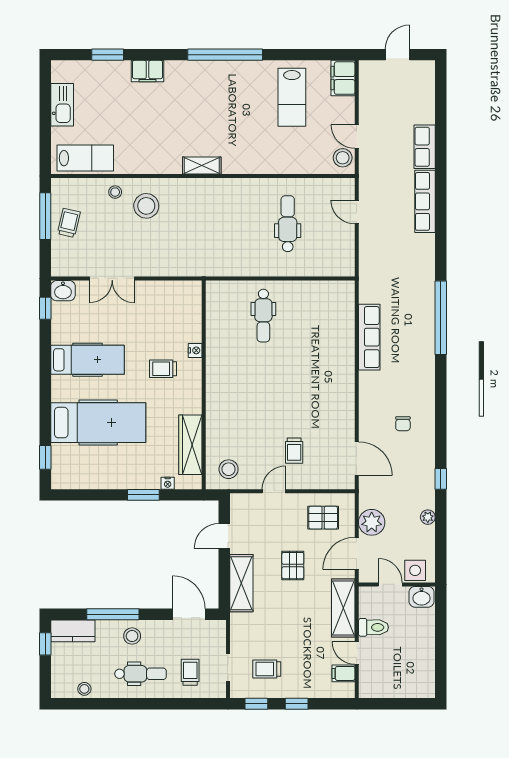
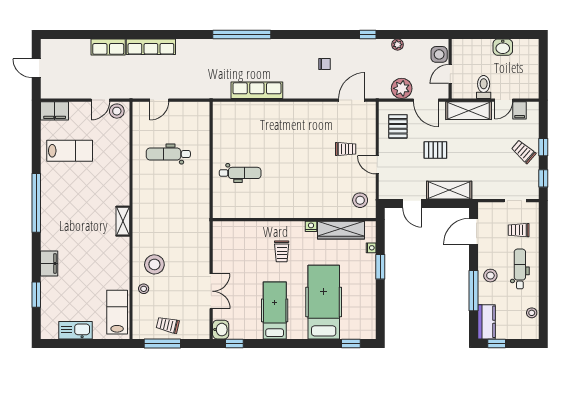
nightstand: (195, 350) -> (311, 226), moved
washbasin: (421, 597) -> (503, 47), moved, turned 90
trolley: (267, 669) -> (524, 152), moved, turned 131

